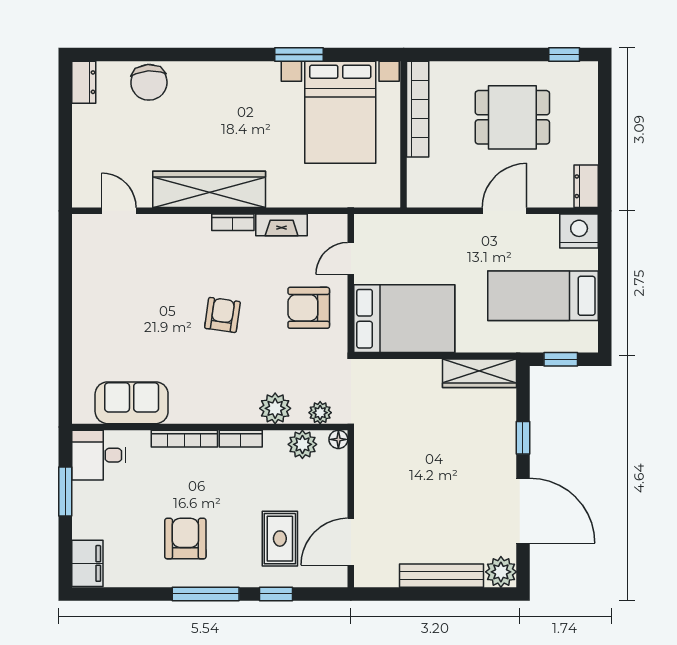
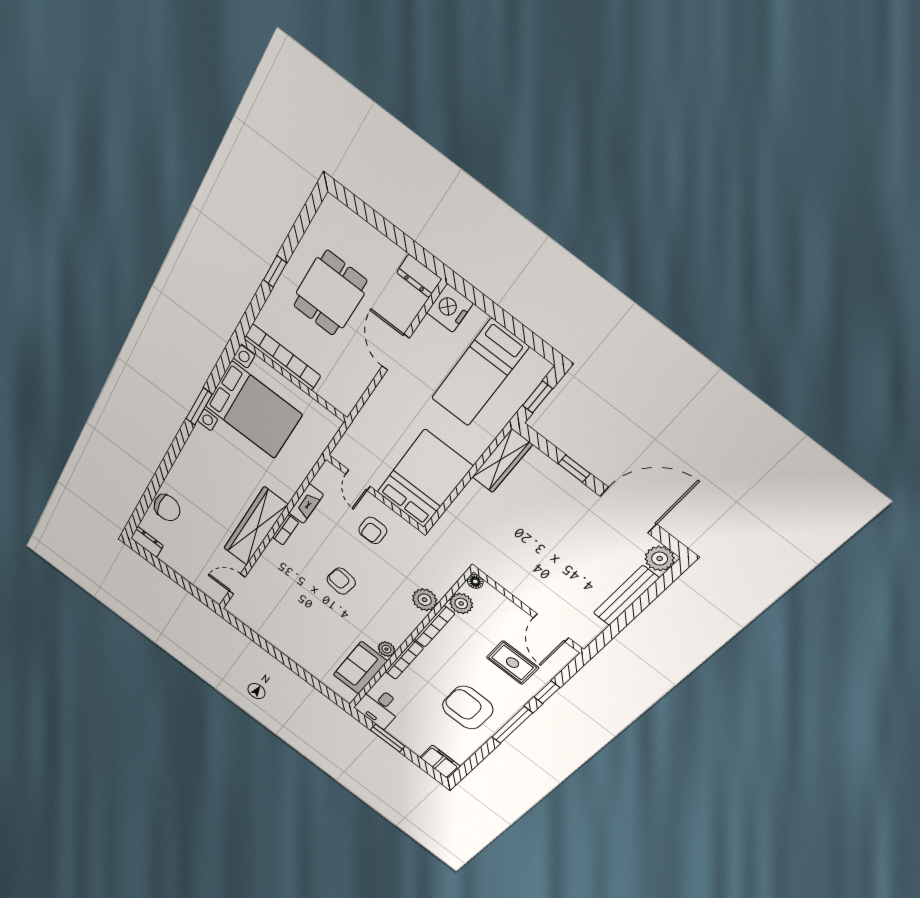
window: (564, 54) -> (275, 271), moved
armchair: (309, 308) -> (373, 530), width x0.72, depth x0.72
plant: (320, 413) -> (386, 649), moved
bookcase: (241, 439) -> (434, 626), width x1.56
armchair: (185, 539) -> (468, 708), width x1.36, depth x1.36

